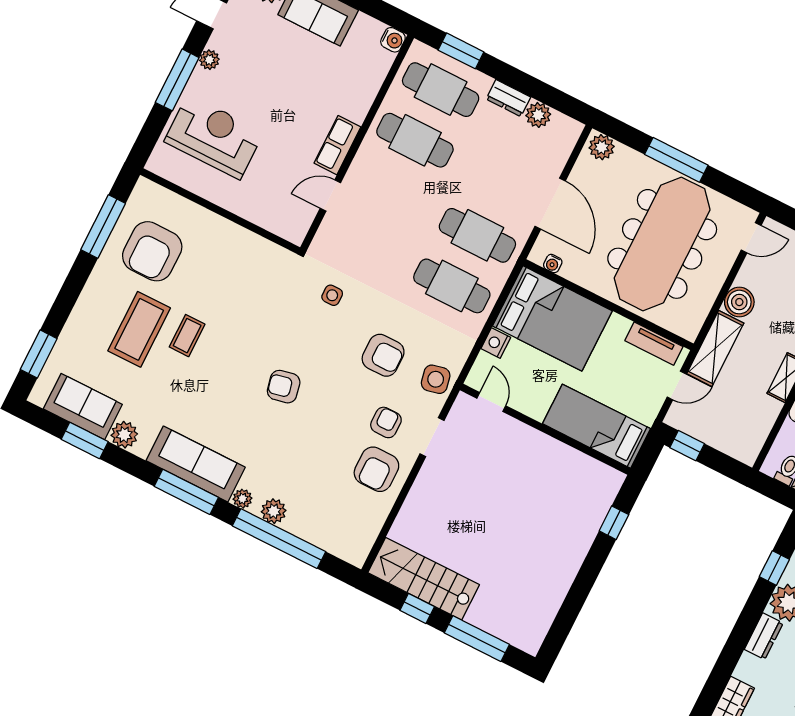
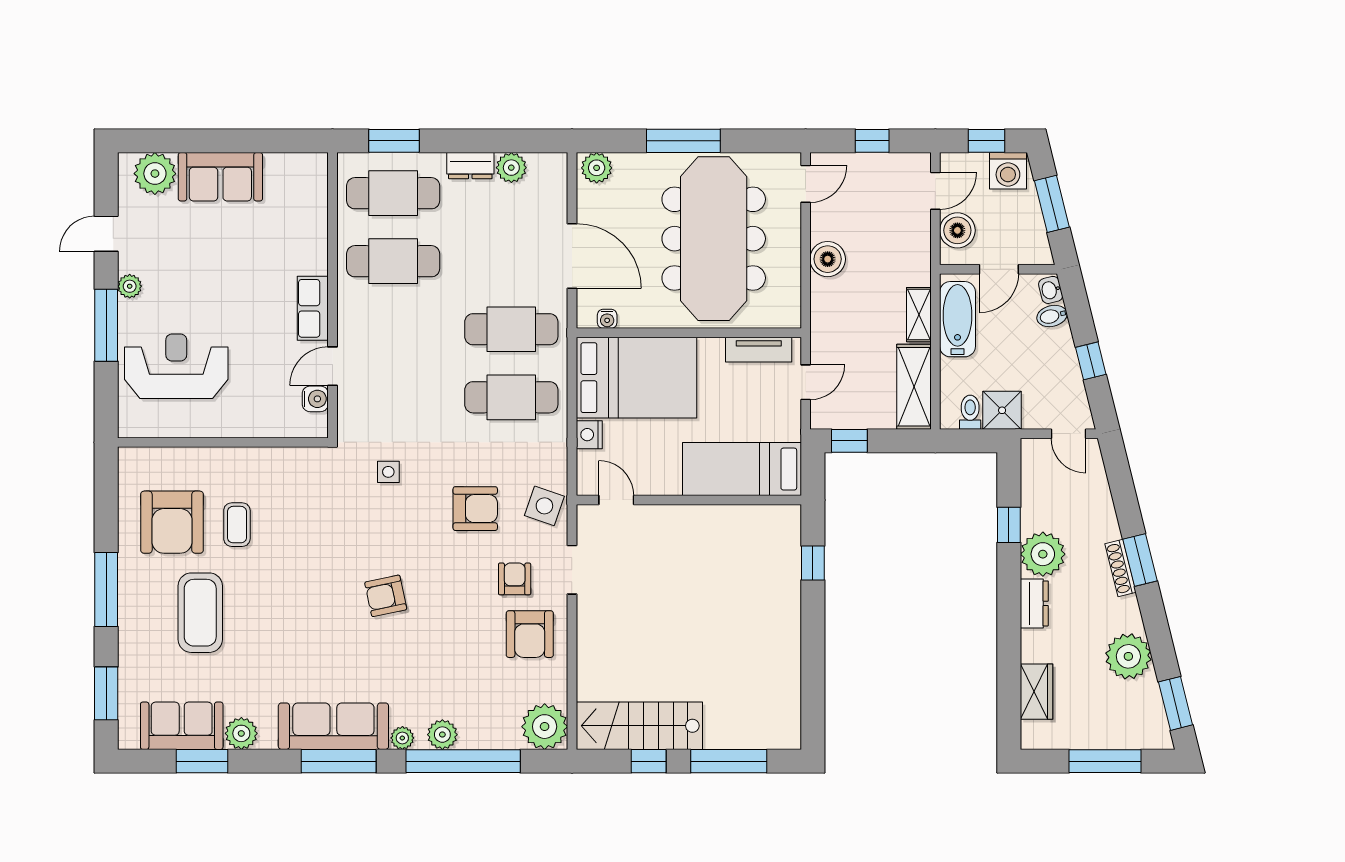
water cooler: (393, 40) -> (315, 399), moved
window: (103, 226) -> (106, 589), moved
coffee table: (187, 336) -> (237, 525), moved
shelving: (715, 348) -> (914, 387), moved
side table: (436, 379) -> (544, 506), turned 31
plant: (353, 544) -> (545, 727), added

